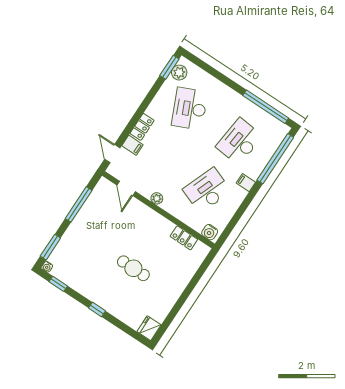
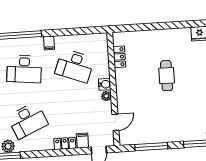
water cooler: (210, 232) -> (105, 84), moved

